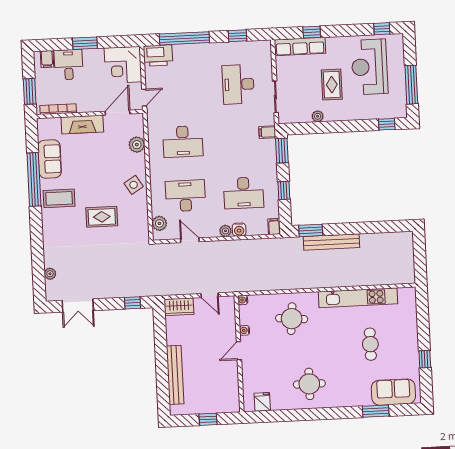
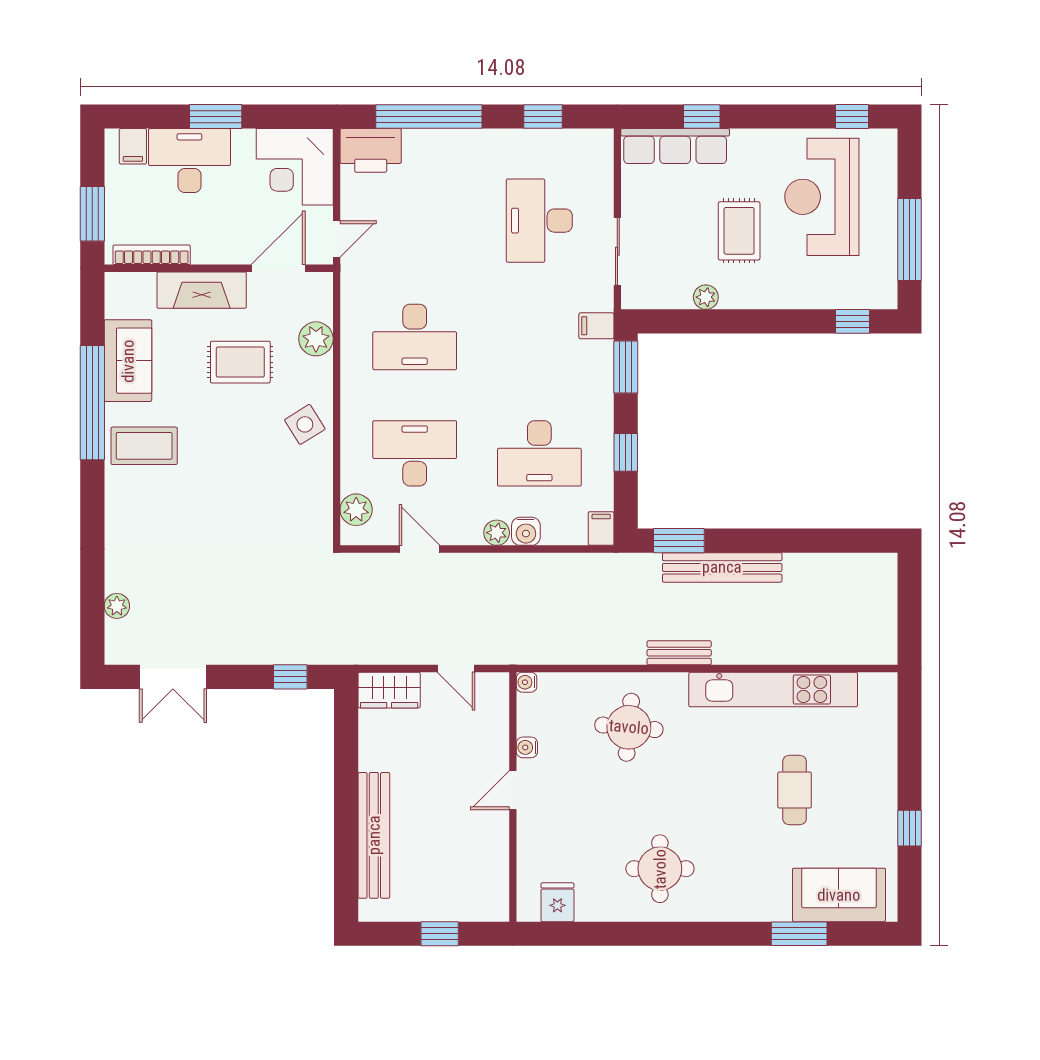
desk: (69, 65) -> (189, 161), width x1.37
rug: (102, 217) -> (240, 362), moved
bench: (313, 283) -> (679, 653), added

